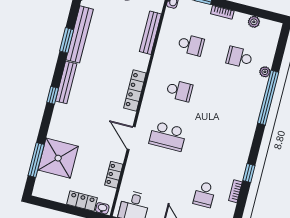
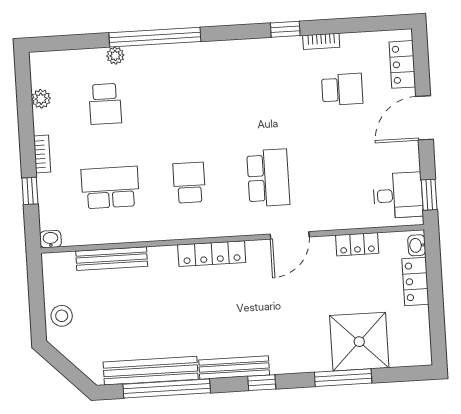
window: (67, 40) -> (167, 388), width x2.11
school desk: (191, 45) -> (110, 187), width x1.85
window: (36, 160) -> (343, 378), moved

